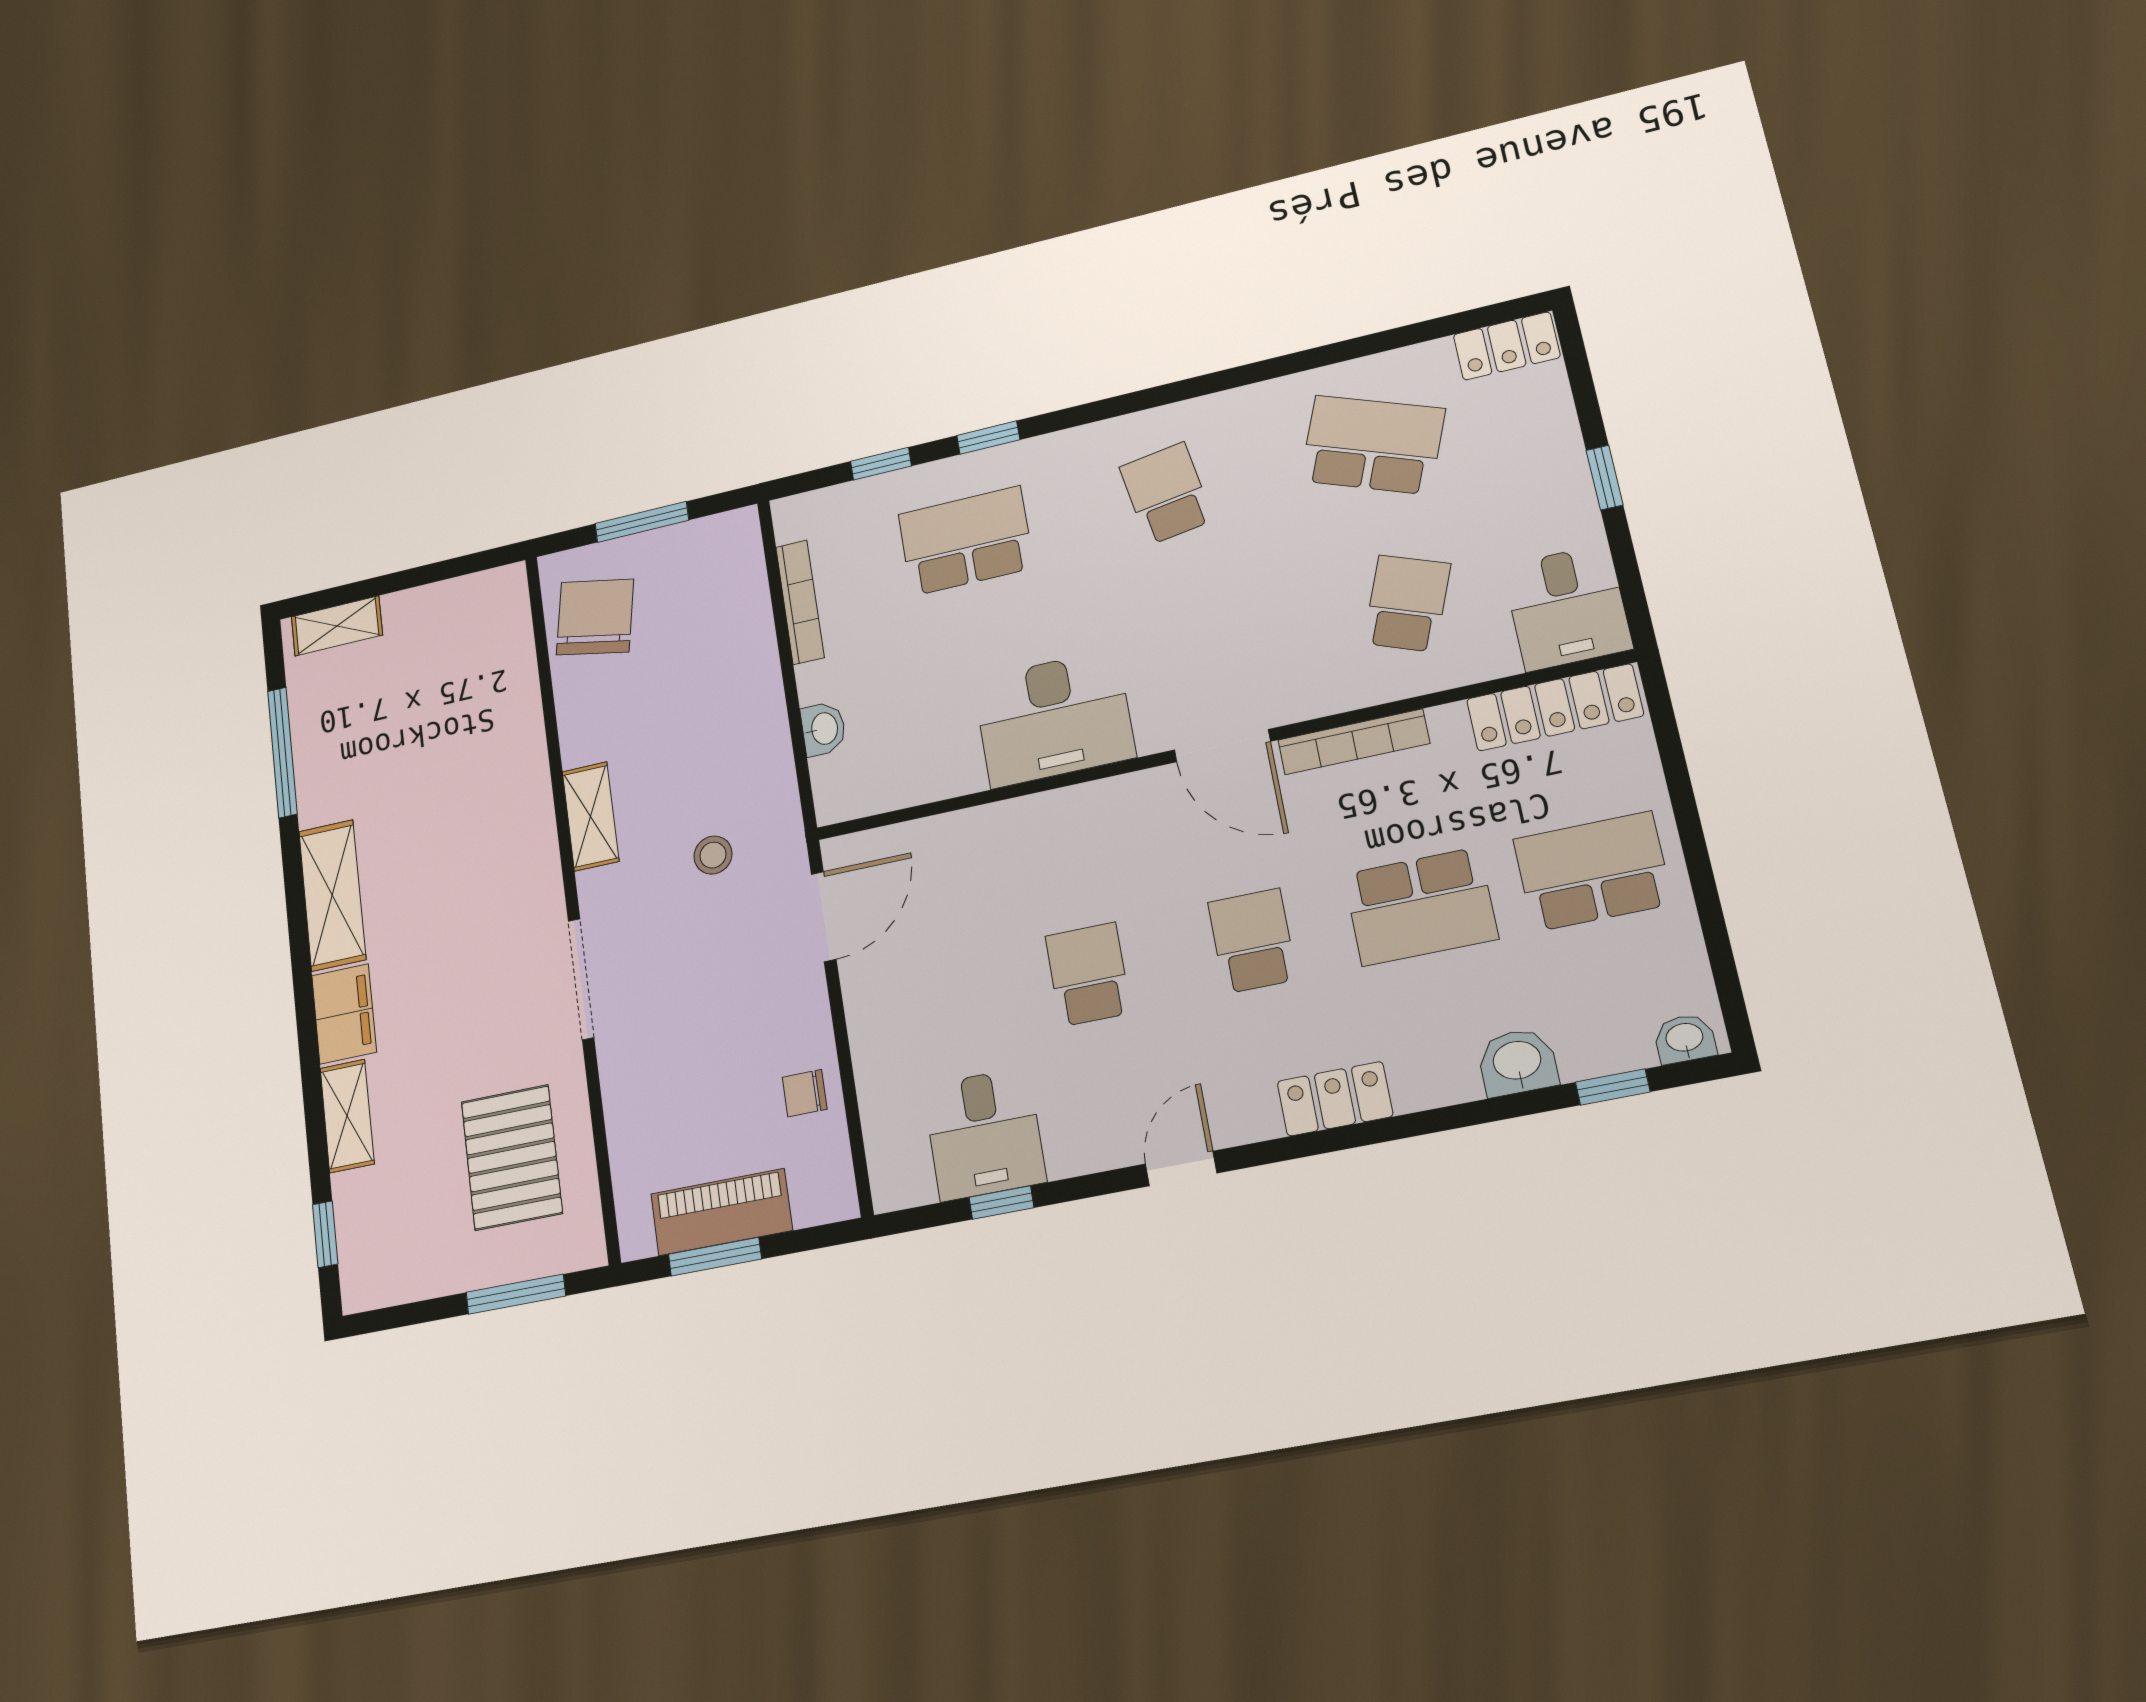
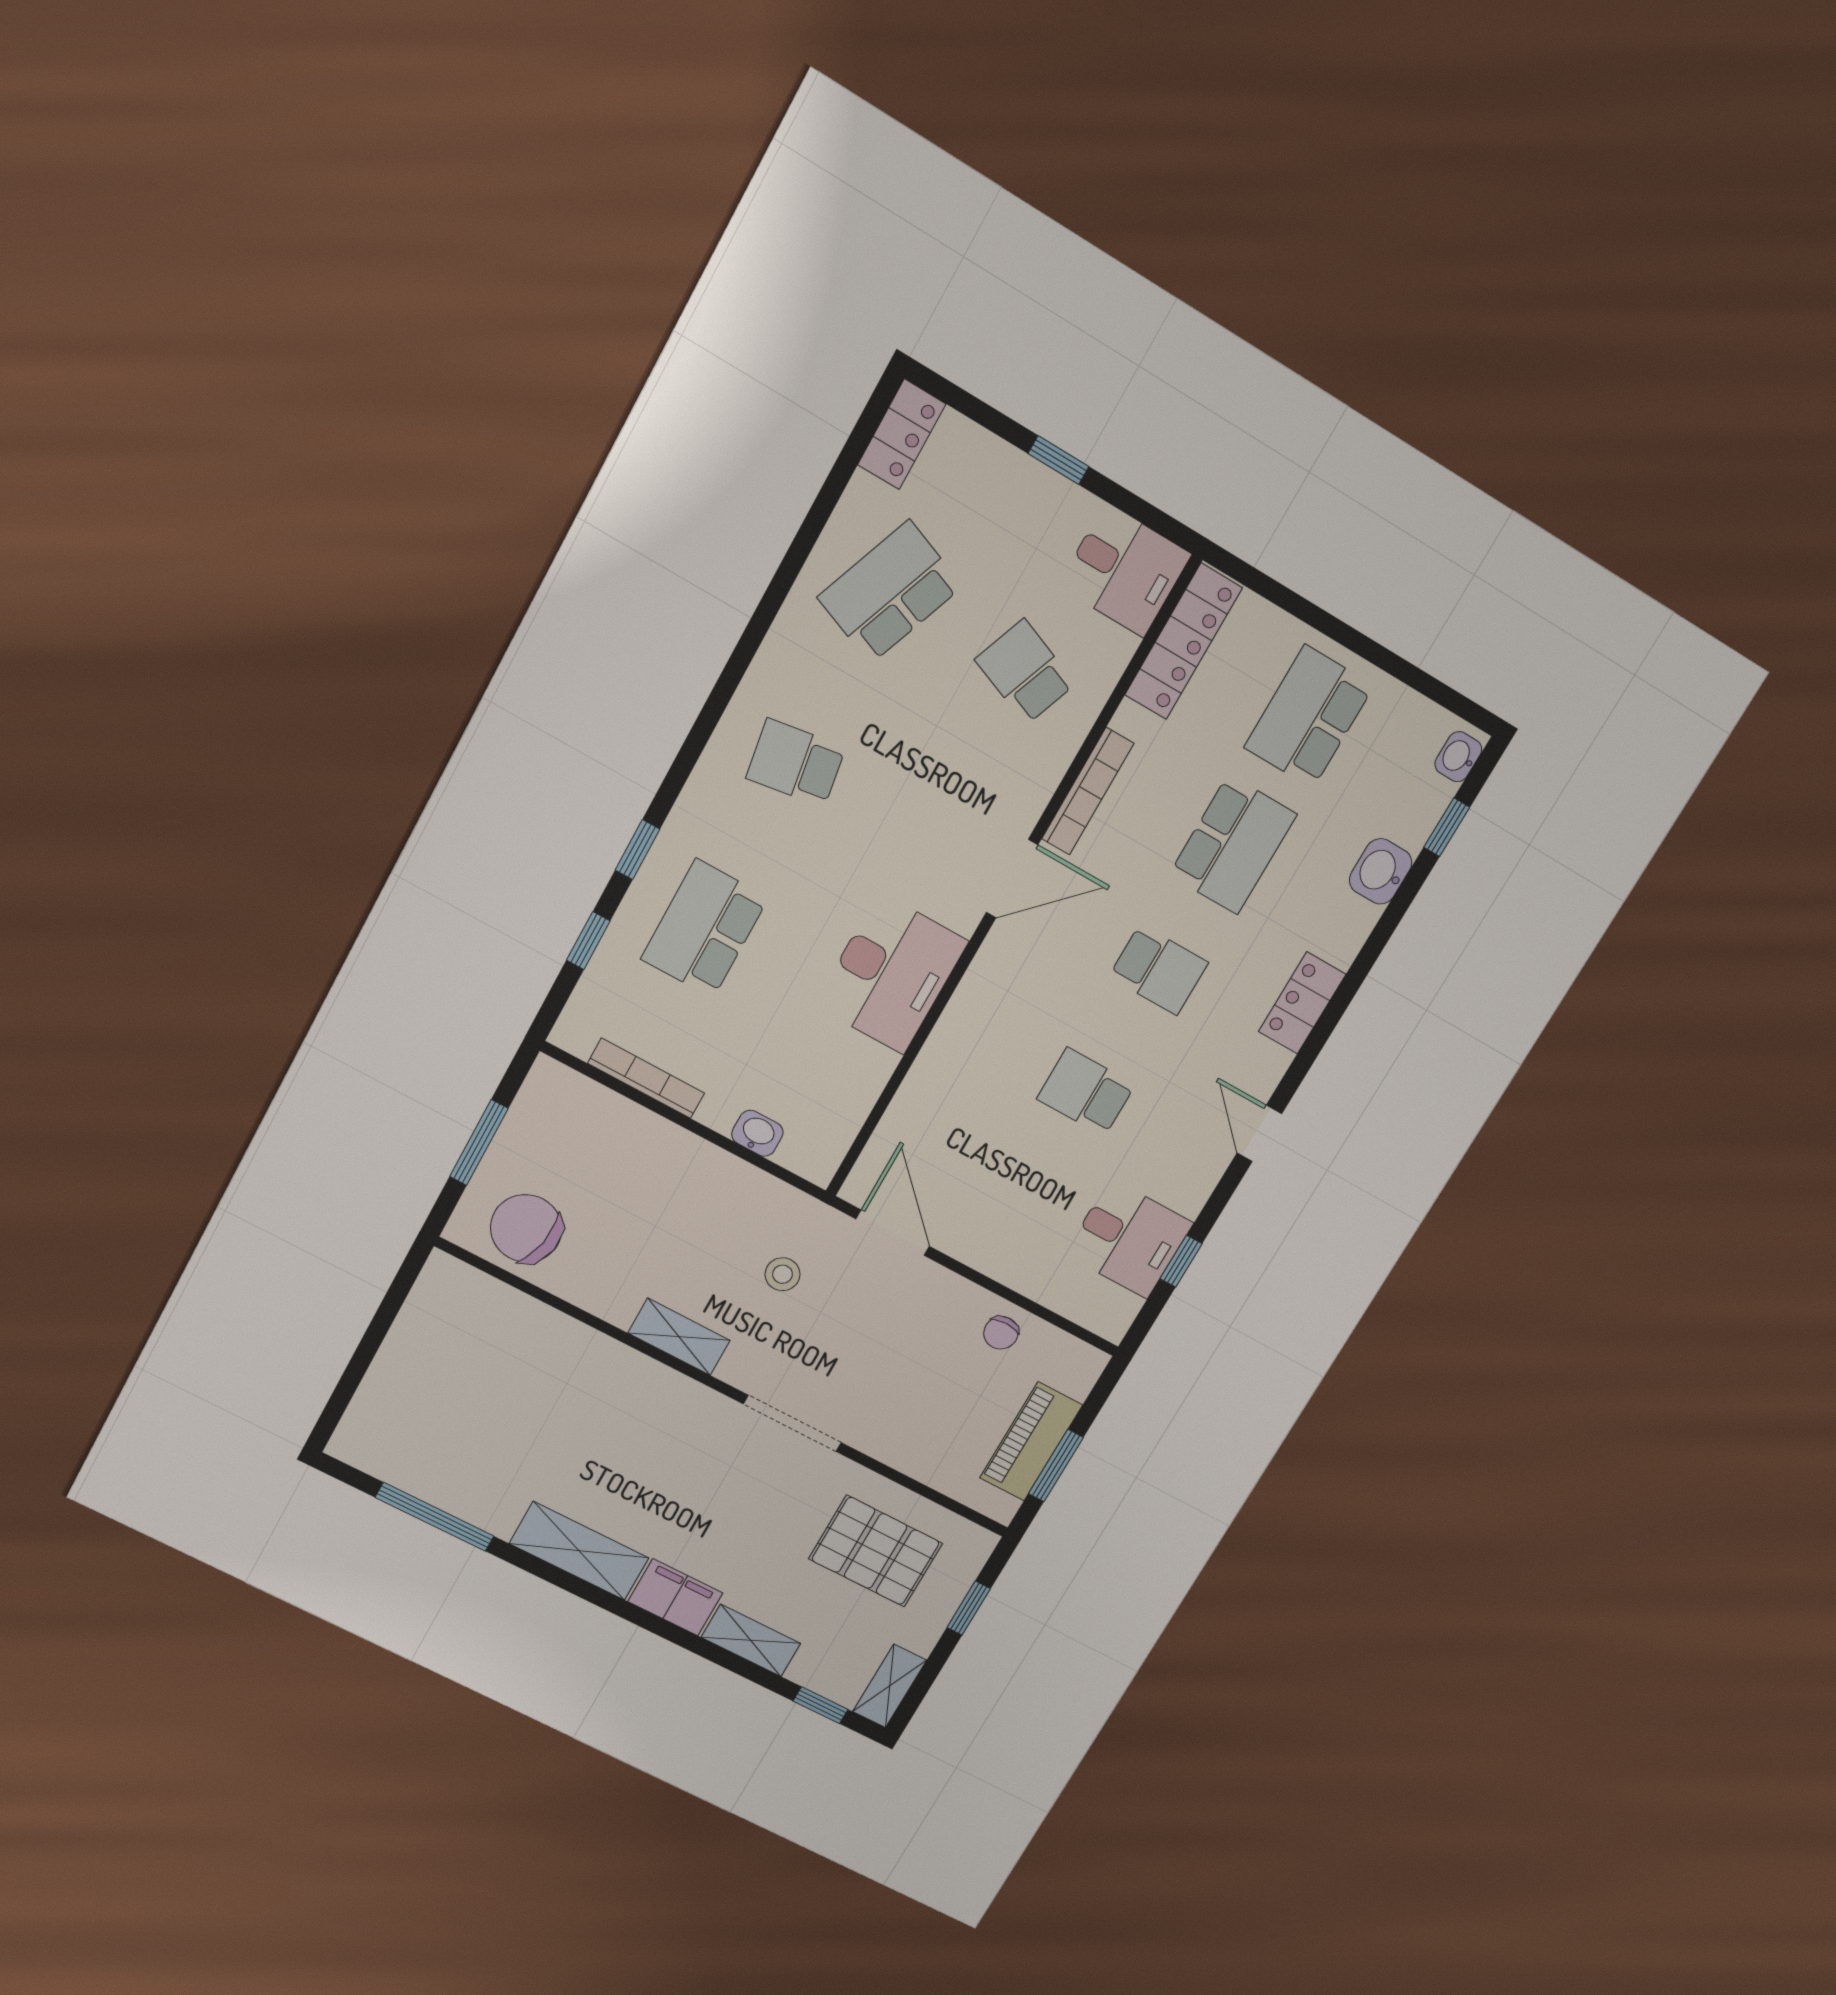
shelving: (337, 626) -> (890, 1686), moved
school desk: (1252, 941) -> (1159, 970), turned 180
window: (516, 1294) -> (969, 1608), width x0.67

